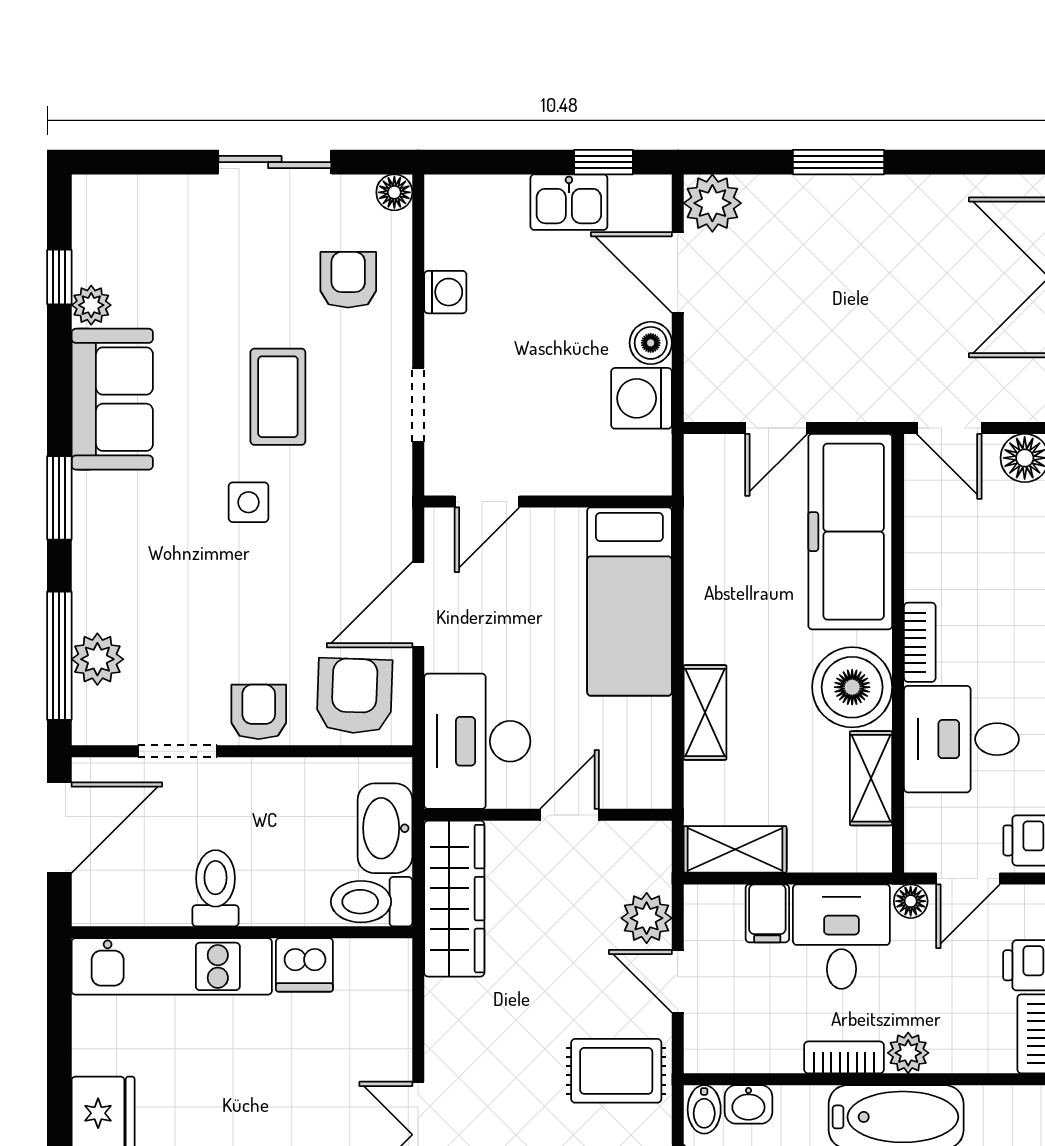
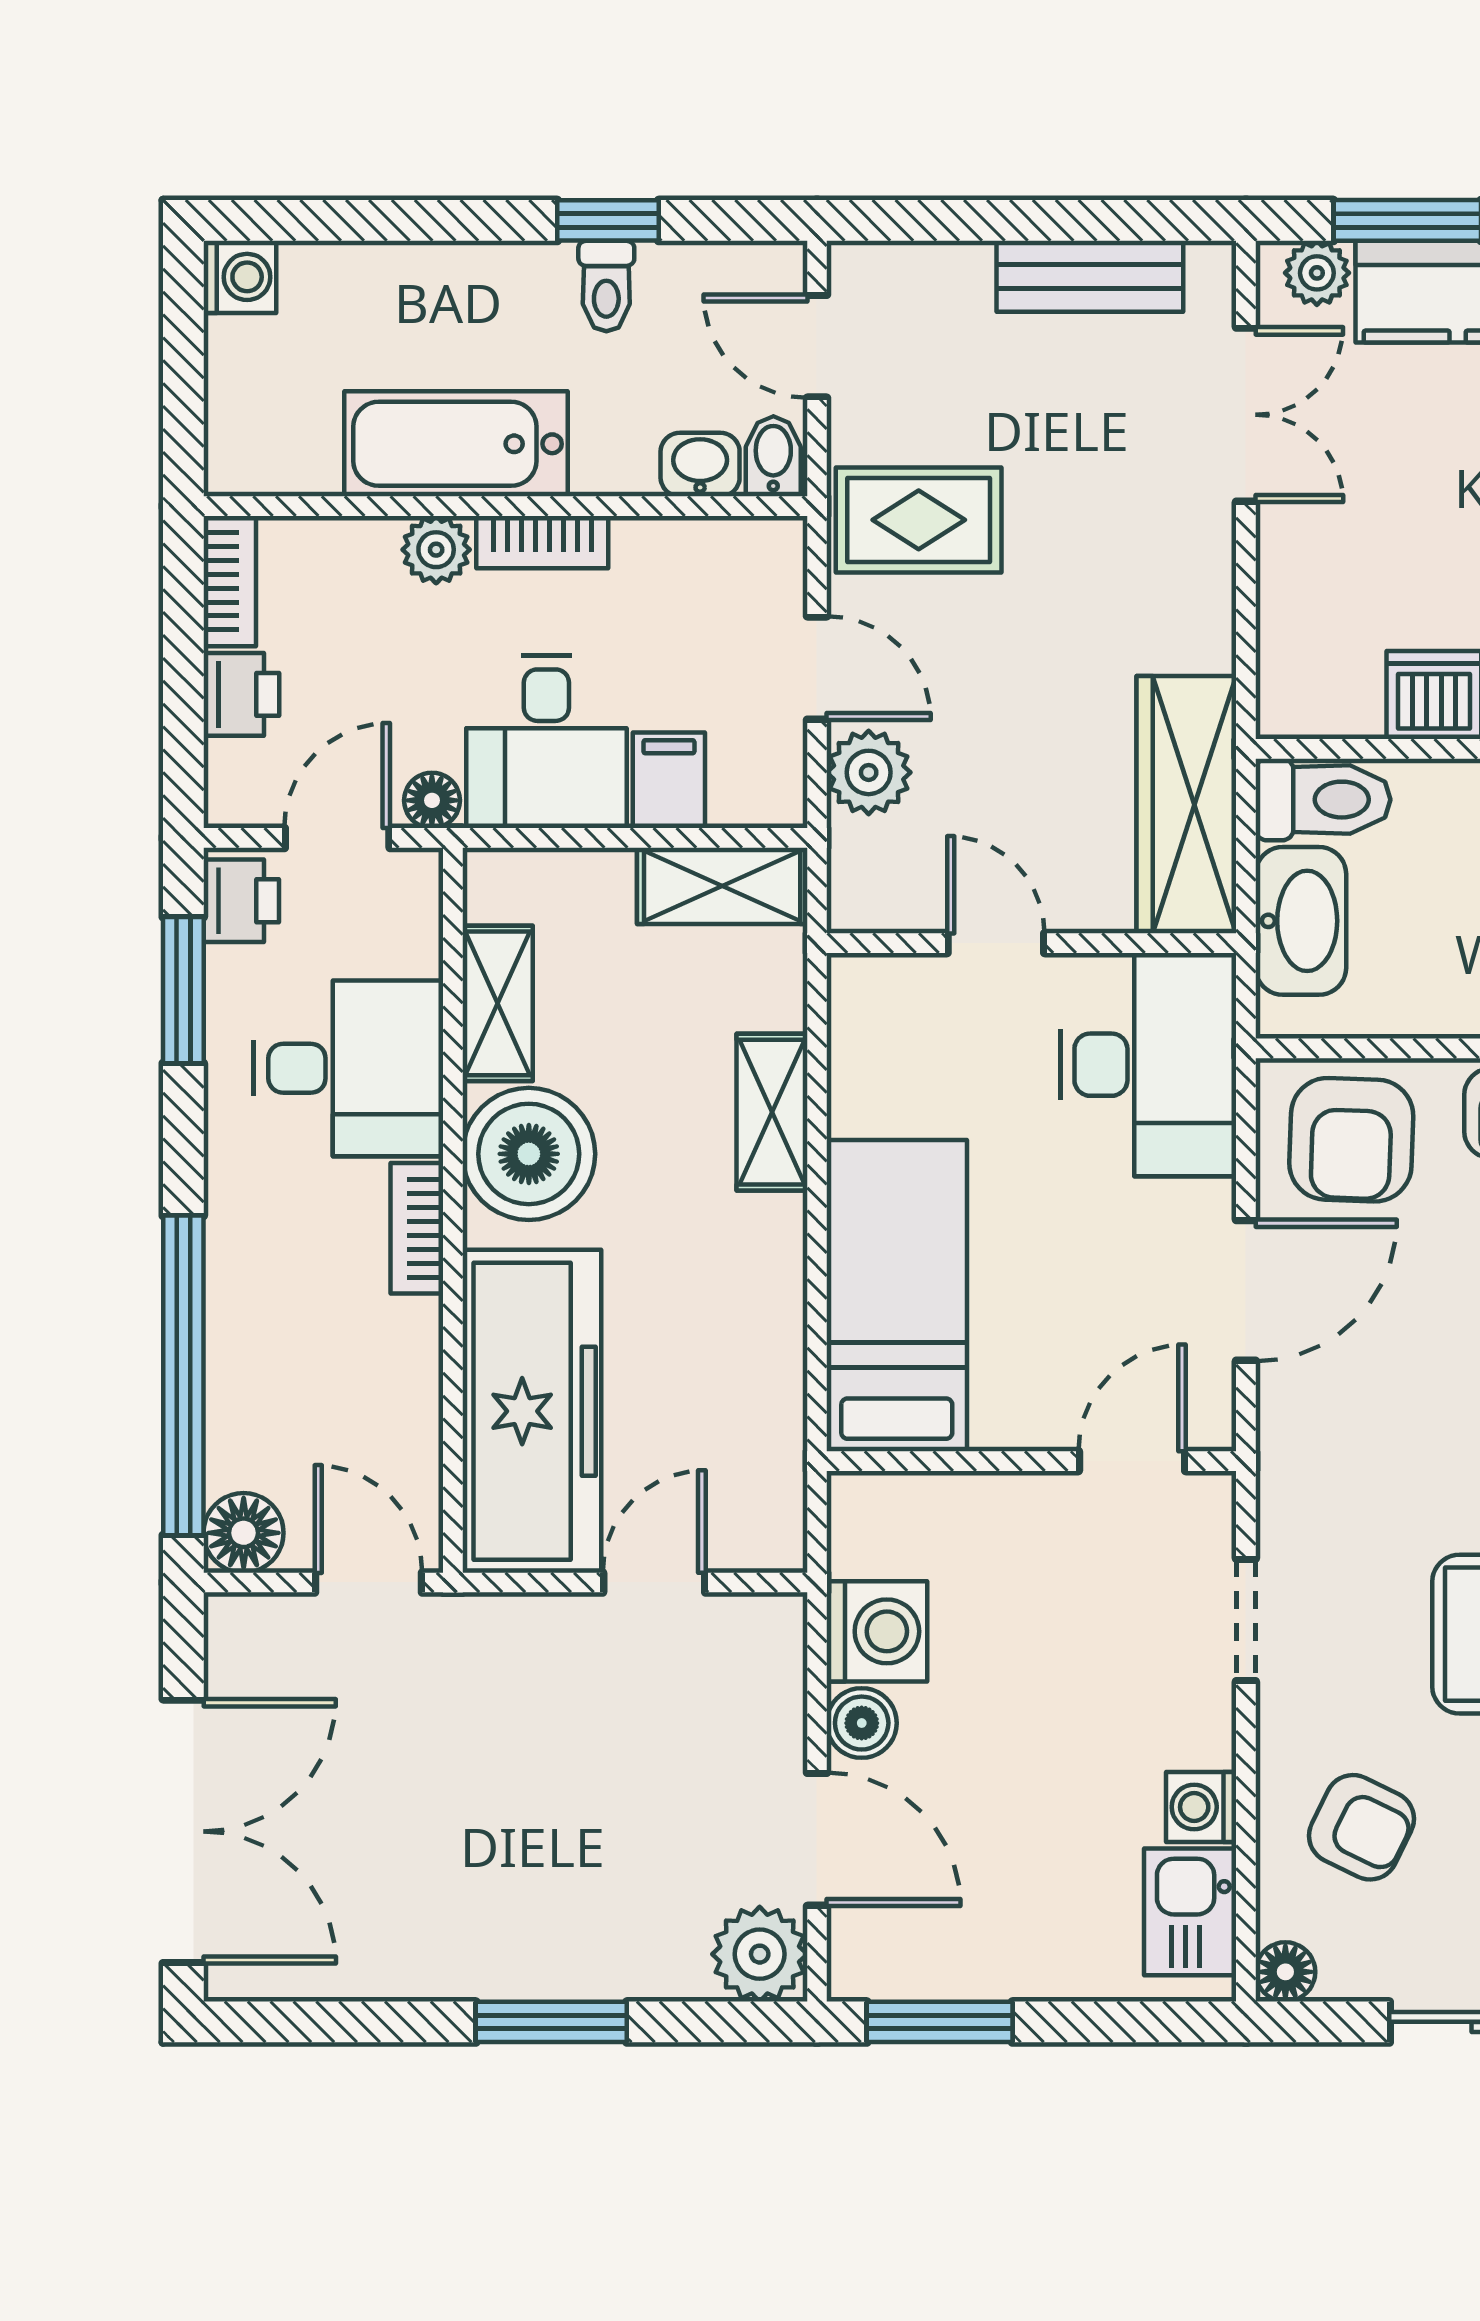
window: (604, 162) -> (940, 2022), width x1.50
kitchen sink: (569, 202) -> (1190, 1912), moved, turned -90
armchair: (348, 280) -> (1362, 1827), turned -64
door: (570, 815) -> (996, 943), swing flipped

